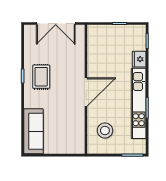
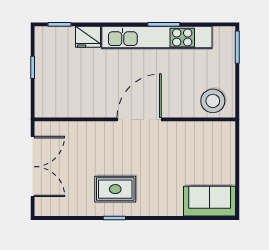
door: (86, 92) -> (139, 119), hinge flipped
sofa: (33, 131) -> (210, 201), width x0.73
stool: (105, 131) -> (213, 101), moved

